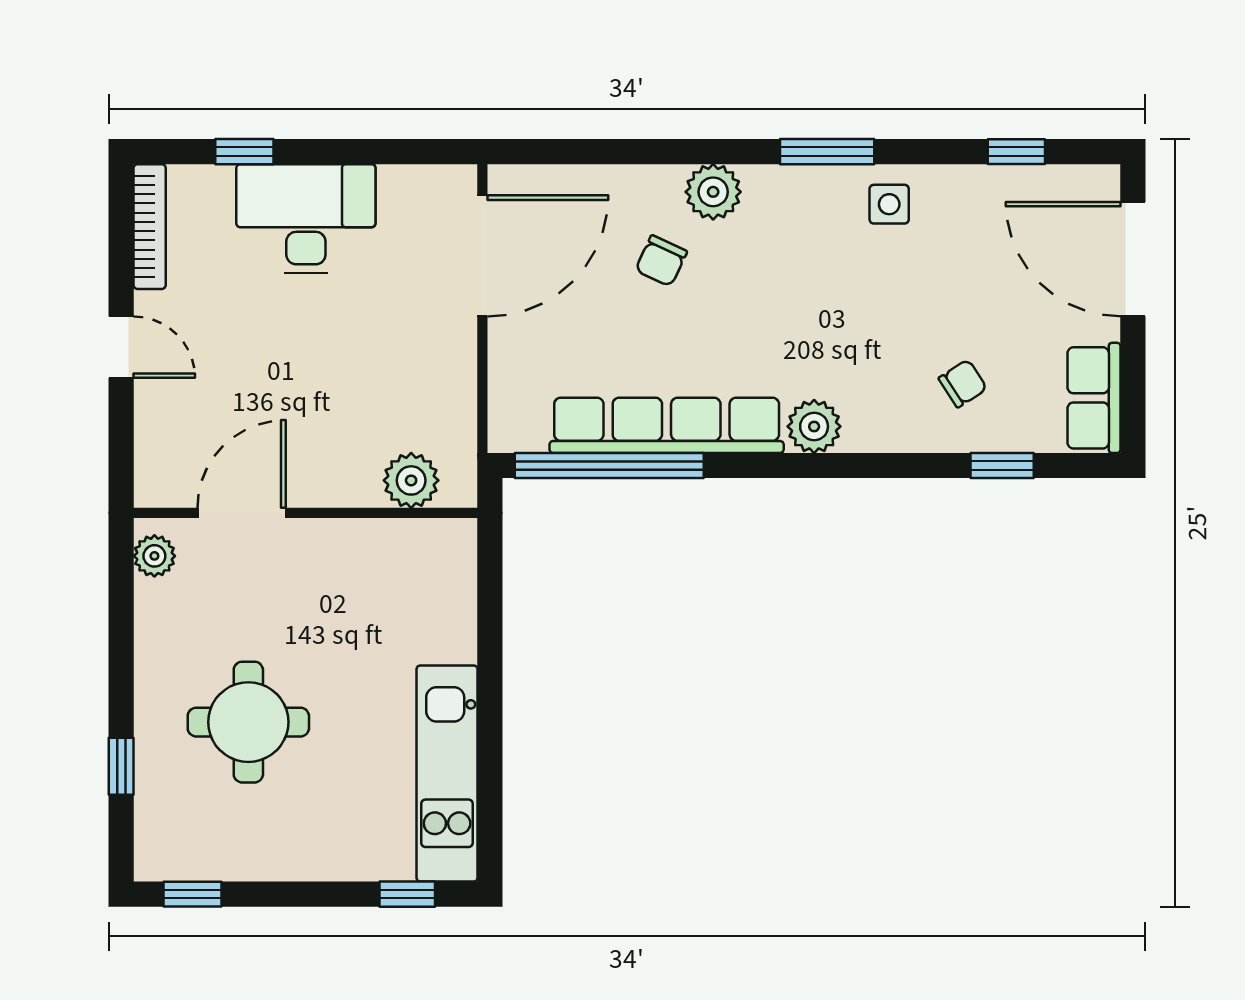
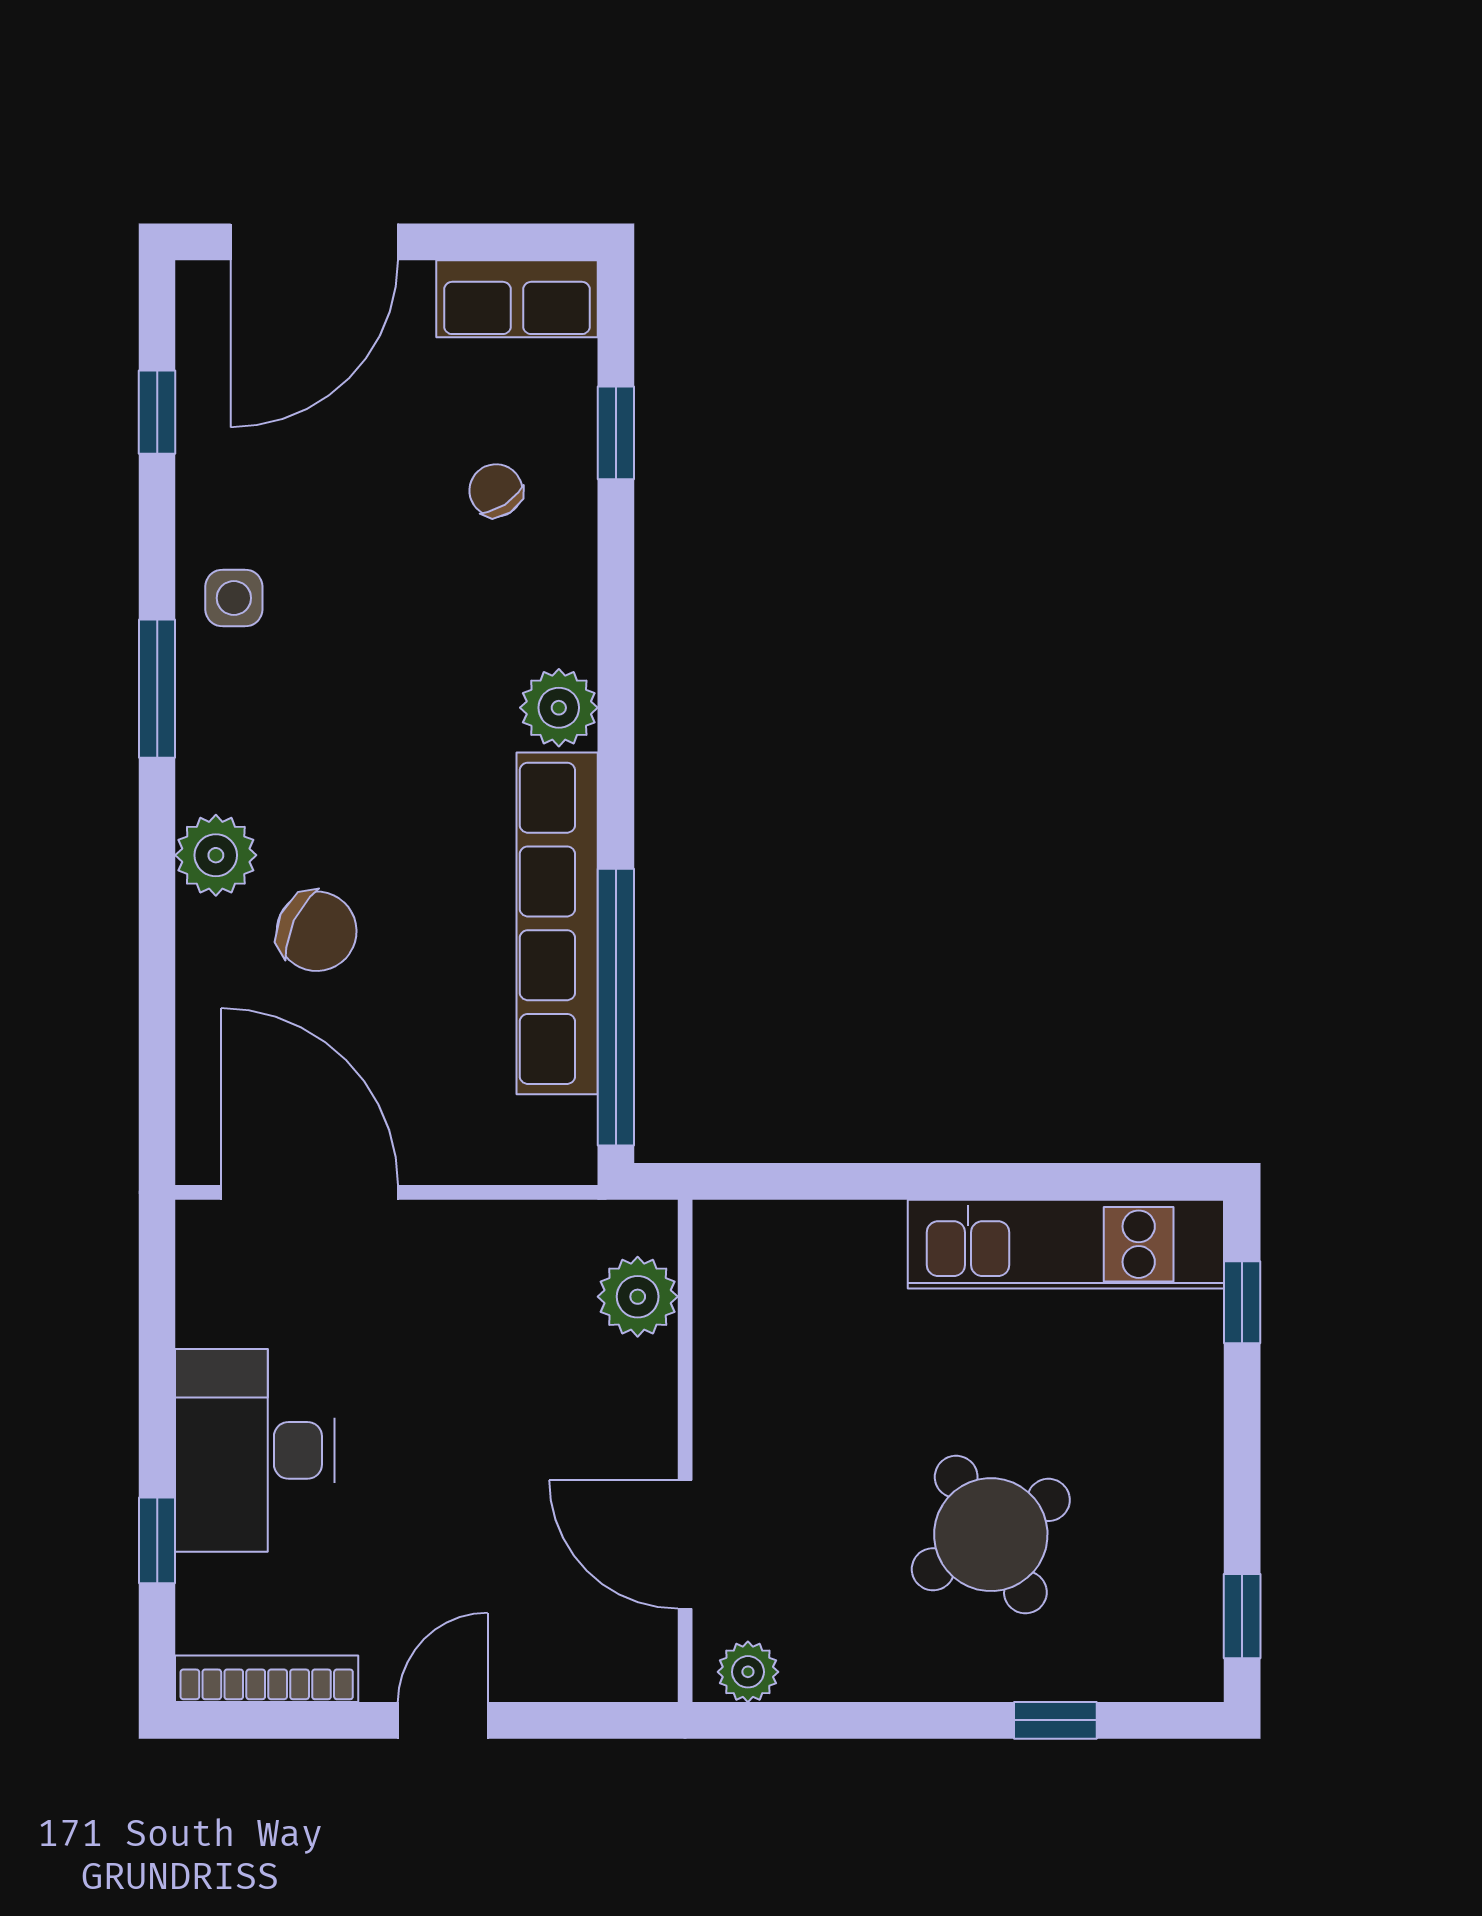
chair: (661, 261) -> (317, 931), width x1.37, depth x1.37
round table: (248, 722) -> (991, 1535), turned -31

